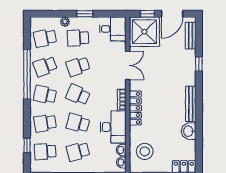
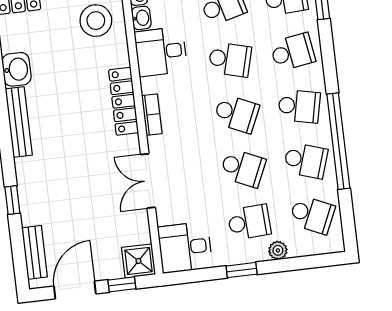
shower: (144, 32) -> (138, 261), width x0.54, depth x0.54
school desk: (45, 38) -> (312, 215), turned 36
school desk: (45, 66) -> (306, 161), turned 39
school desk: (78, 66) -> (243, 168), turned 42
desk: (113, 127) -> (161, 52), width x0.73

